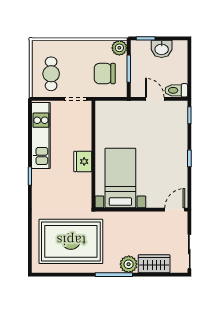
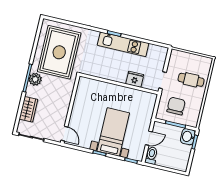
plant: (119, 48) -> (192, 121), removed
washbasin: (162, 49) -> (188, 137), moved
cafe table: (51, 74) -> (191, 80), moved
kitchen unit: (41, 135) -> (123, 44), moved
fridge: (83, 161) -> (135, 79), moved
bed with nightstands: (120, 178) -> (113, 132), moved, turned -90
plant: (129, 264) -> (35, 79), moved

